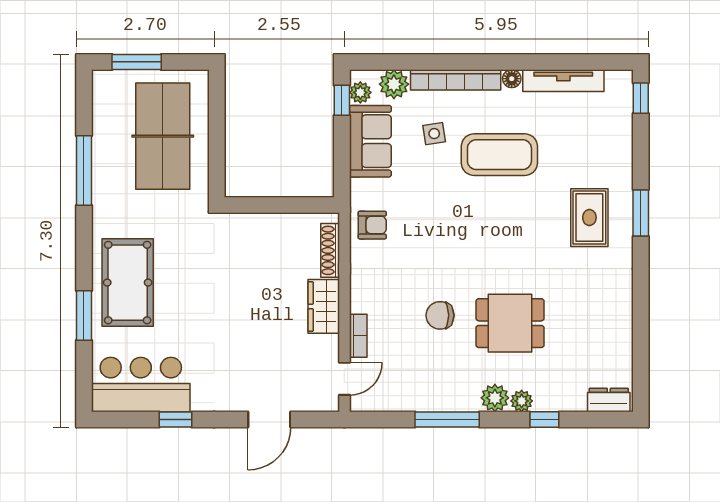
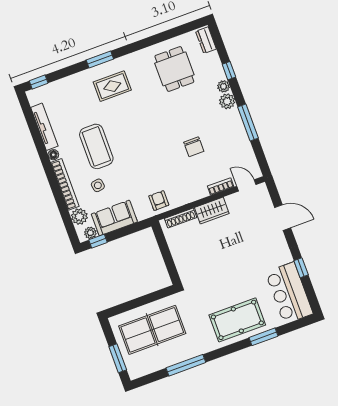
dining table: (510, 323) -> (174, 69), moved

